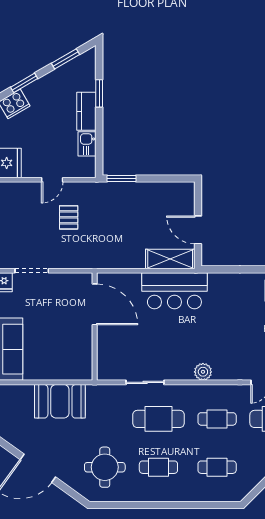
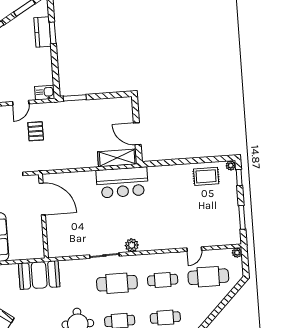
kitchen counter: (86, 111) -> (42, 32), moved
kitchen sink: (87, 144) -> (45, 93), moved, turned 90
door: (95, 304) -> (42, 199), moved
wall: (95, 327) -> (43, 216), moved
plant: (203, 372) -> (132, 245), moved

